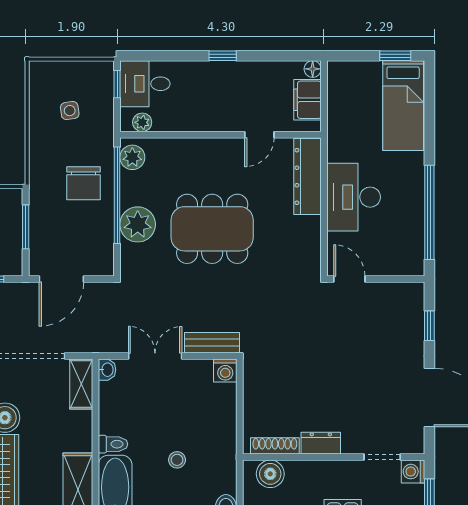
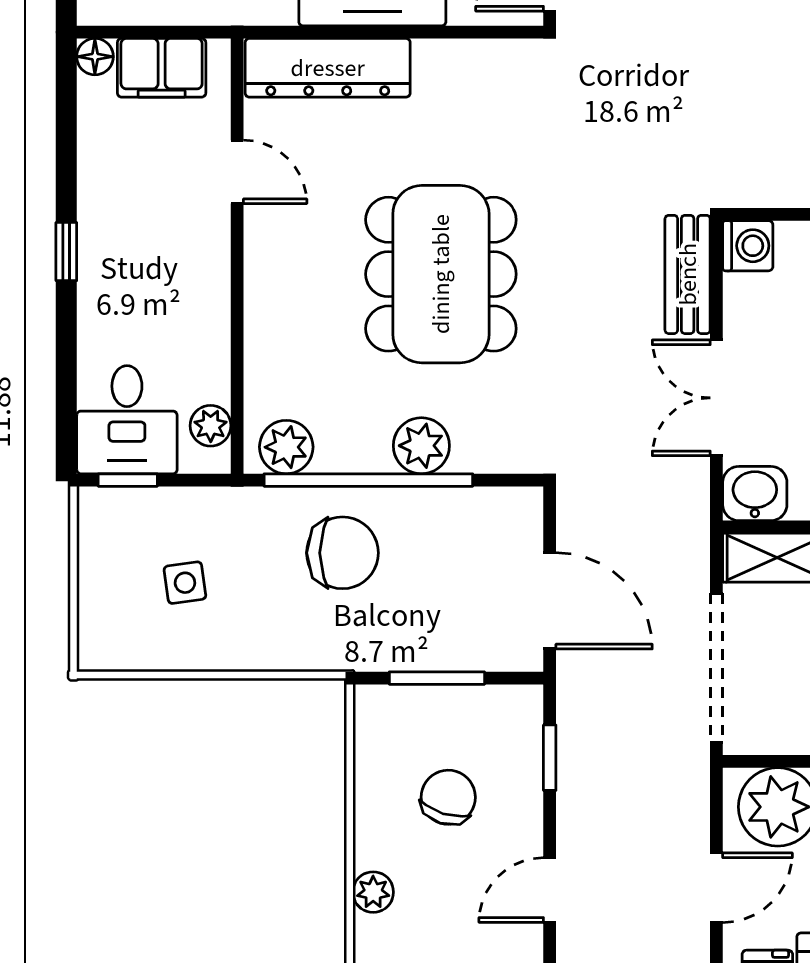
plant: (138, 224) -> (421, 446), width x0.73, depth x0.73
washbasin: (107, 370) -> (755, 494), width x1.38, depth x1.45

